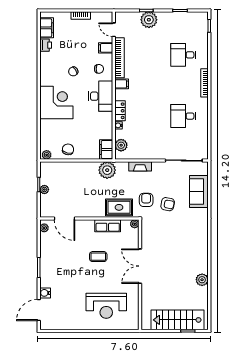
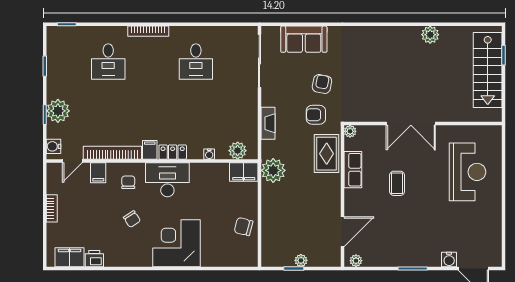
water cooler: (124, 17) -> (53, 146), added
locker: (120, 111) -> (173, 152), moved
plant: (47, 155) -> (251, 257), removed

